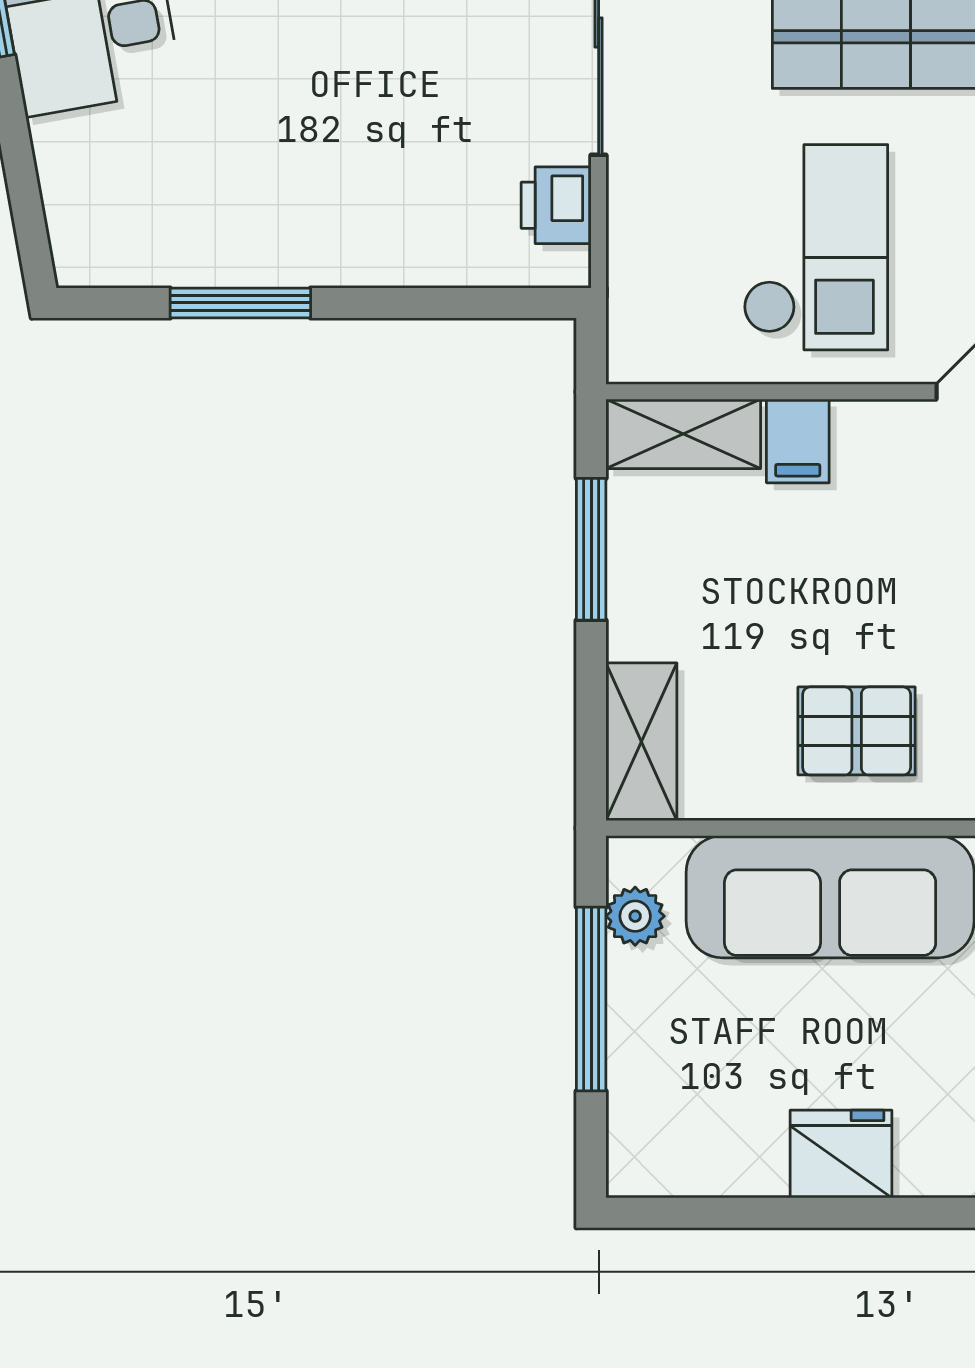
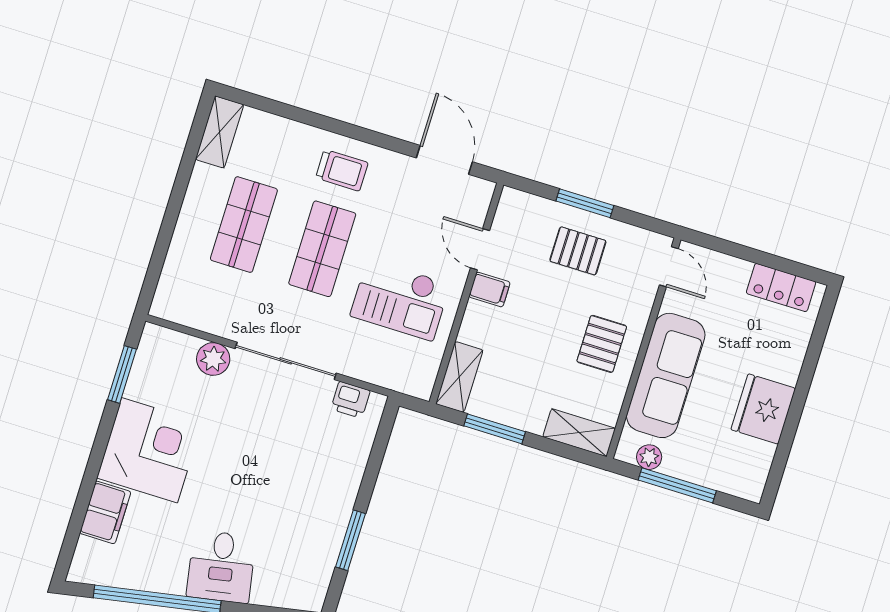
checkout: (816, 247) -> (400, 300), turned 180
filing cabinet: (798, 441) -> (490, 290), moved
fridge: (841, 1154) -> (763, 409), width x1.36, depth x1.34

